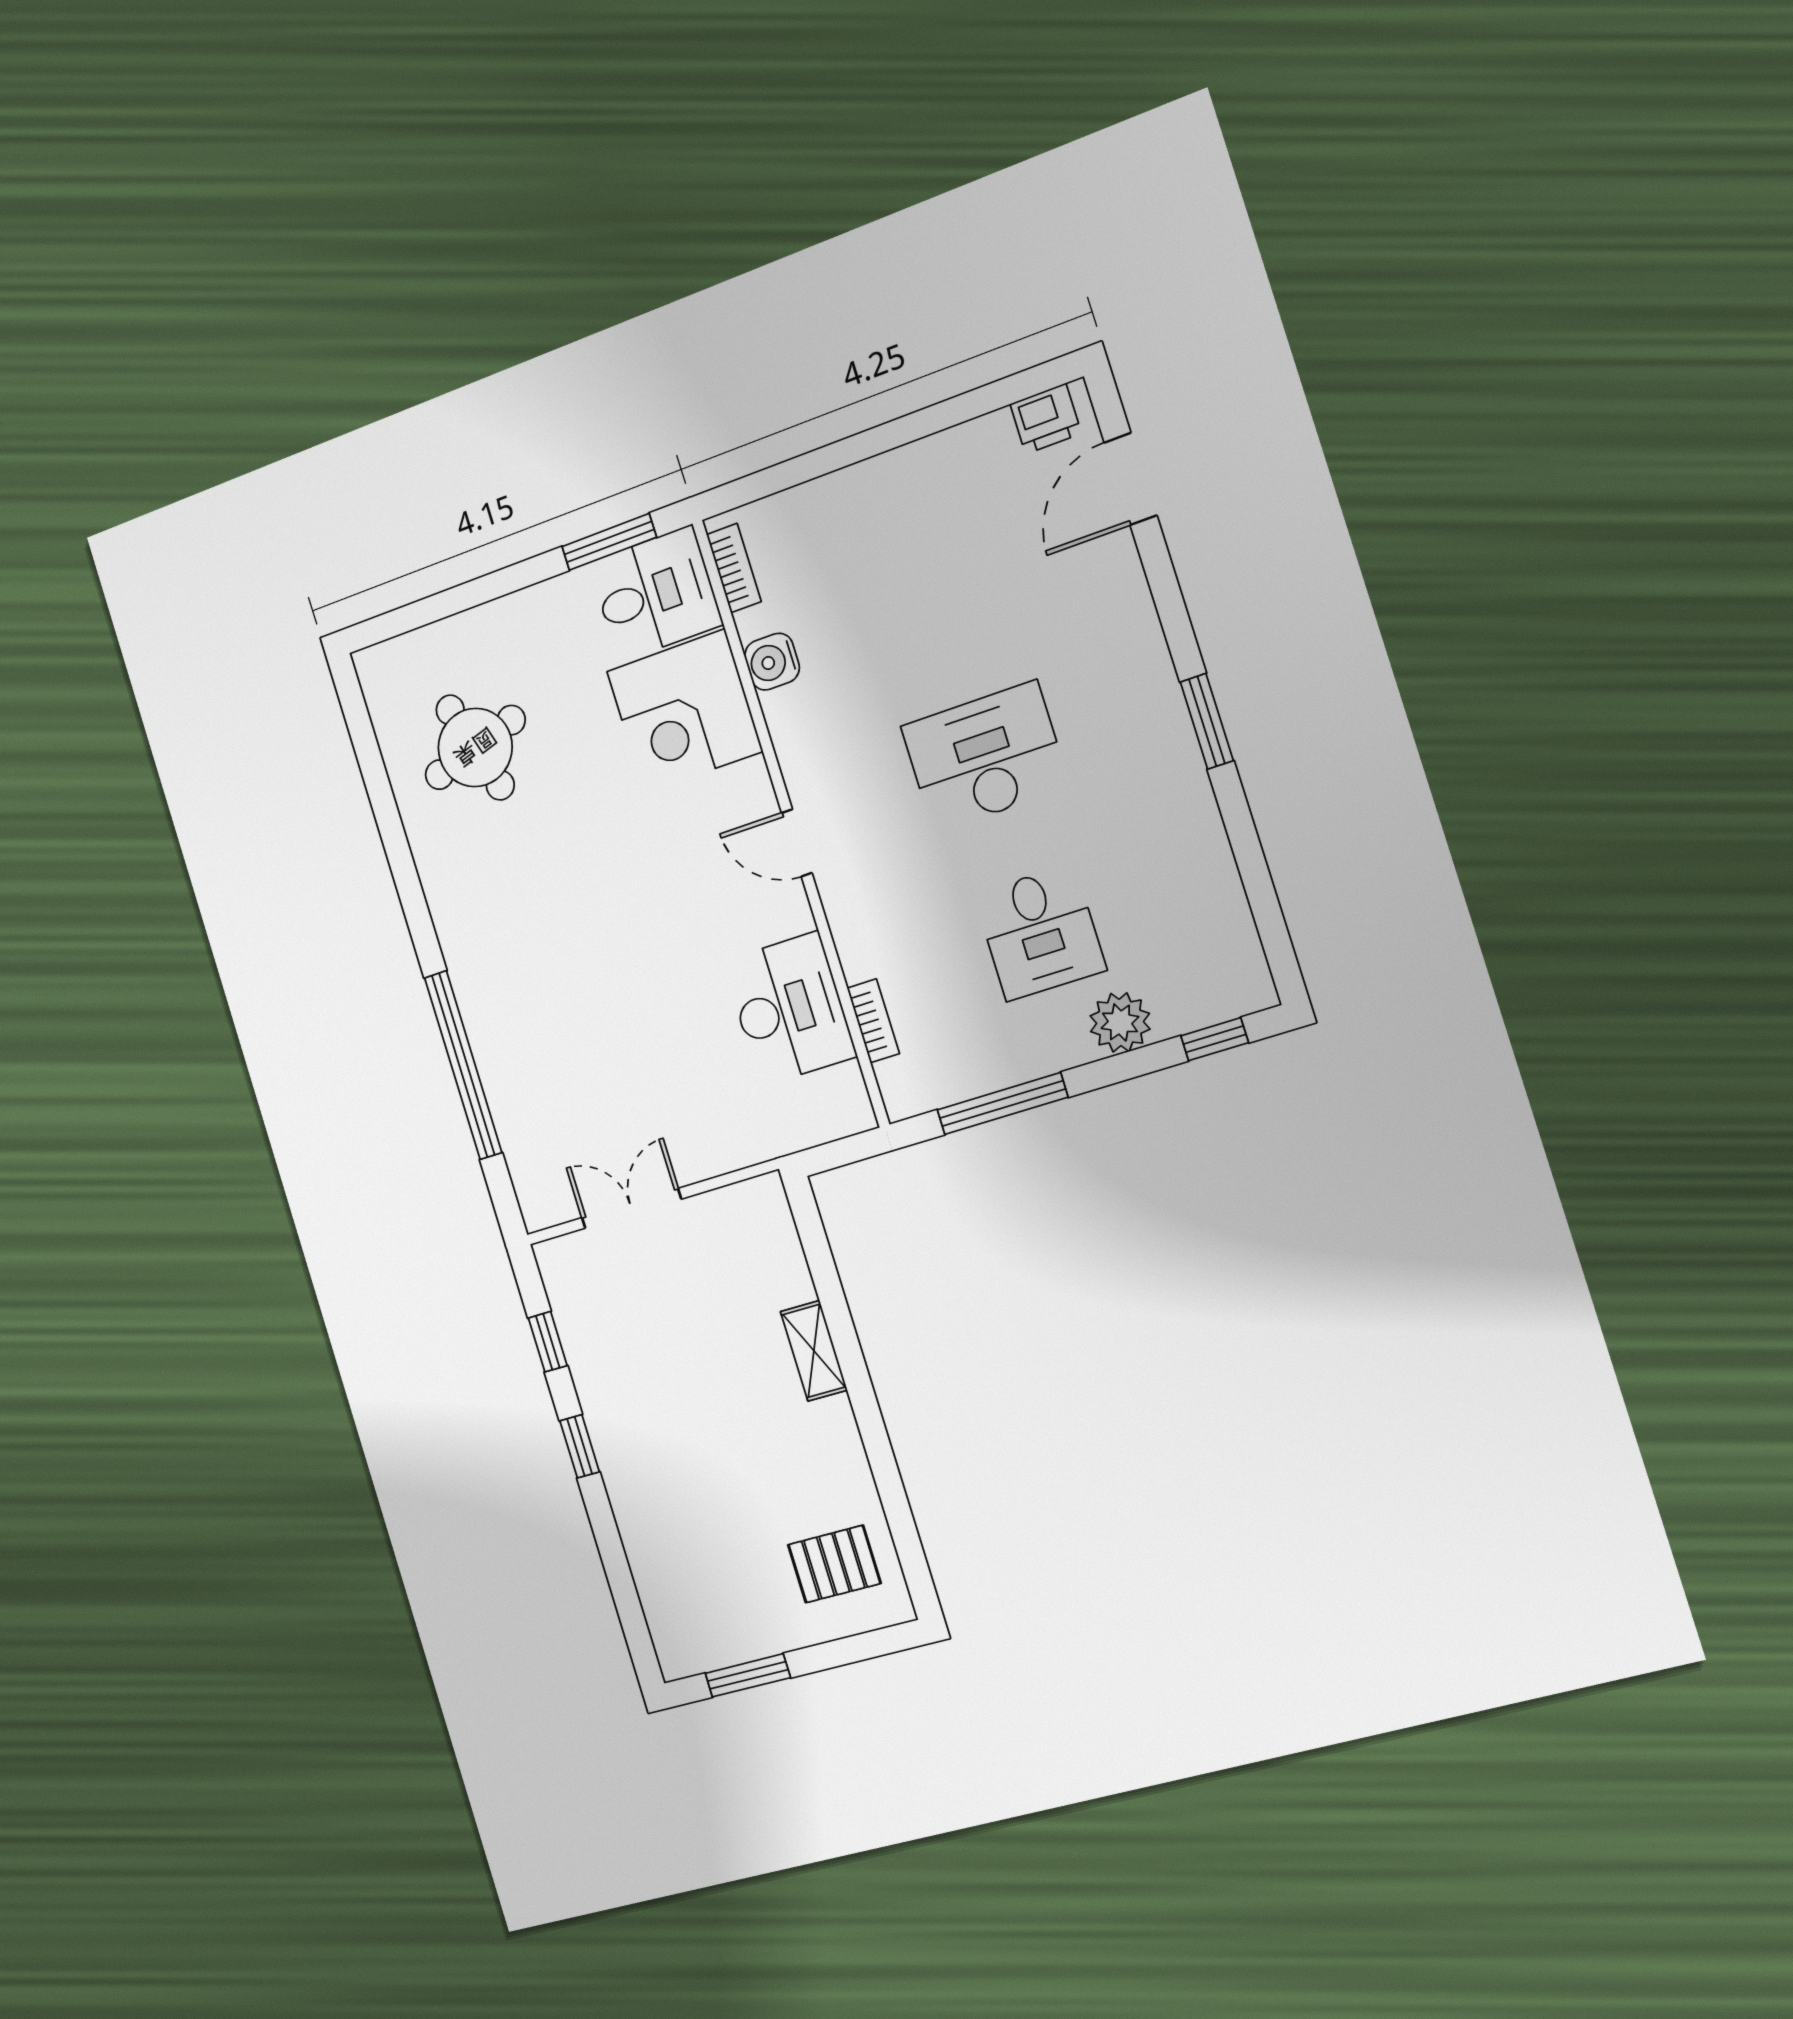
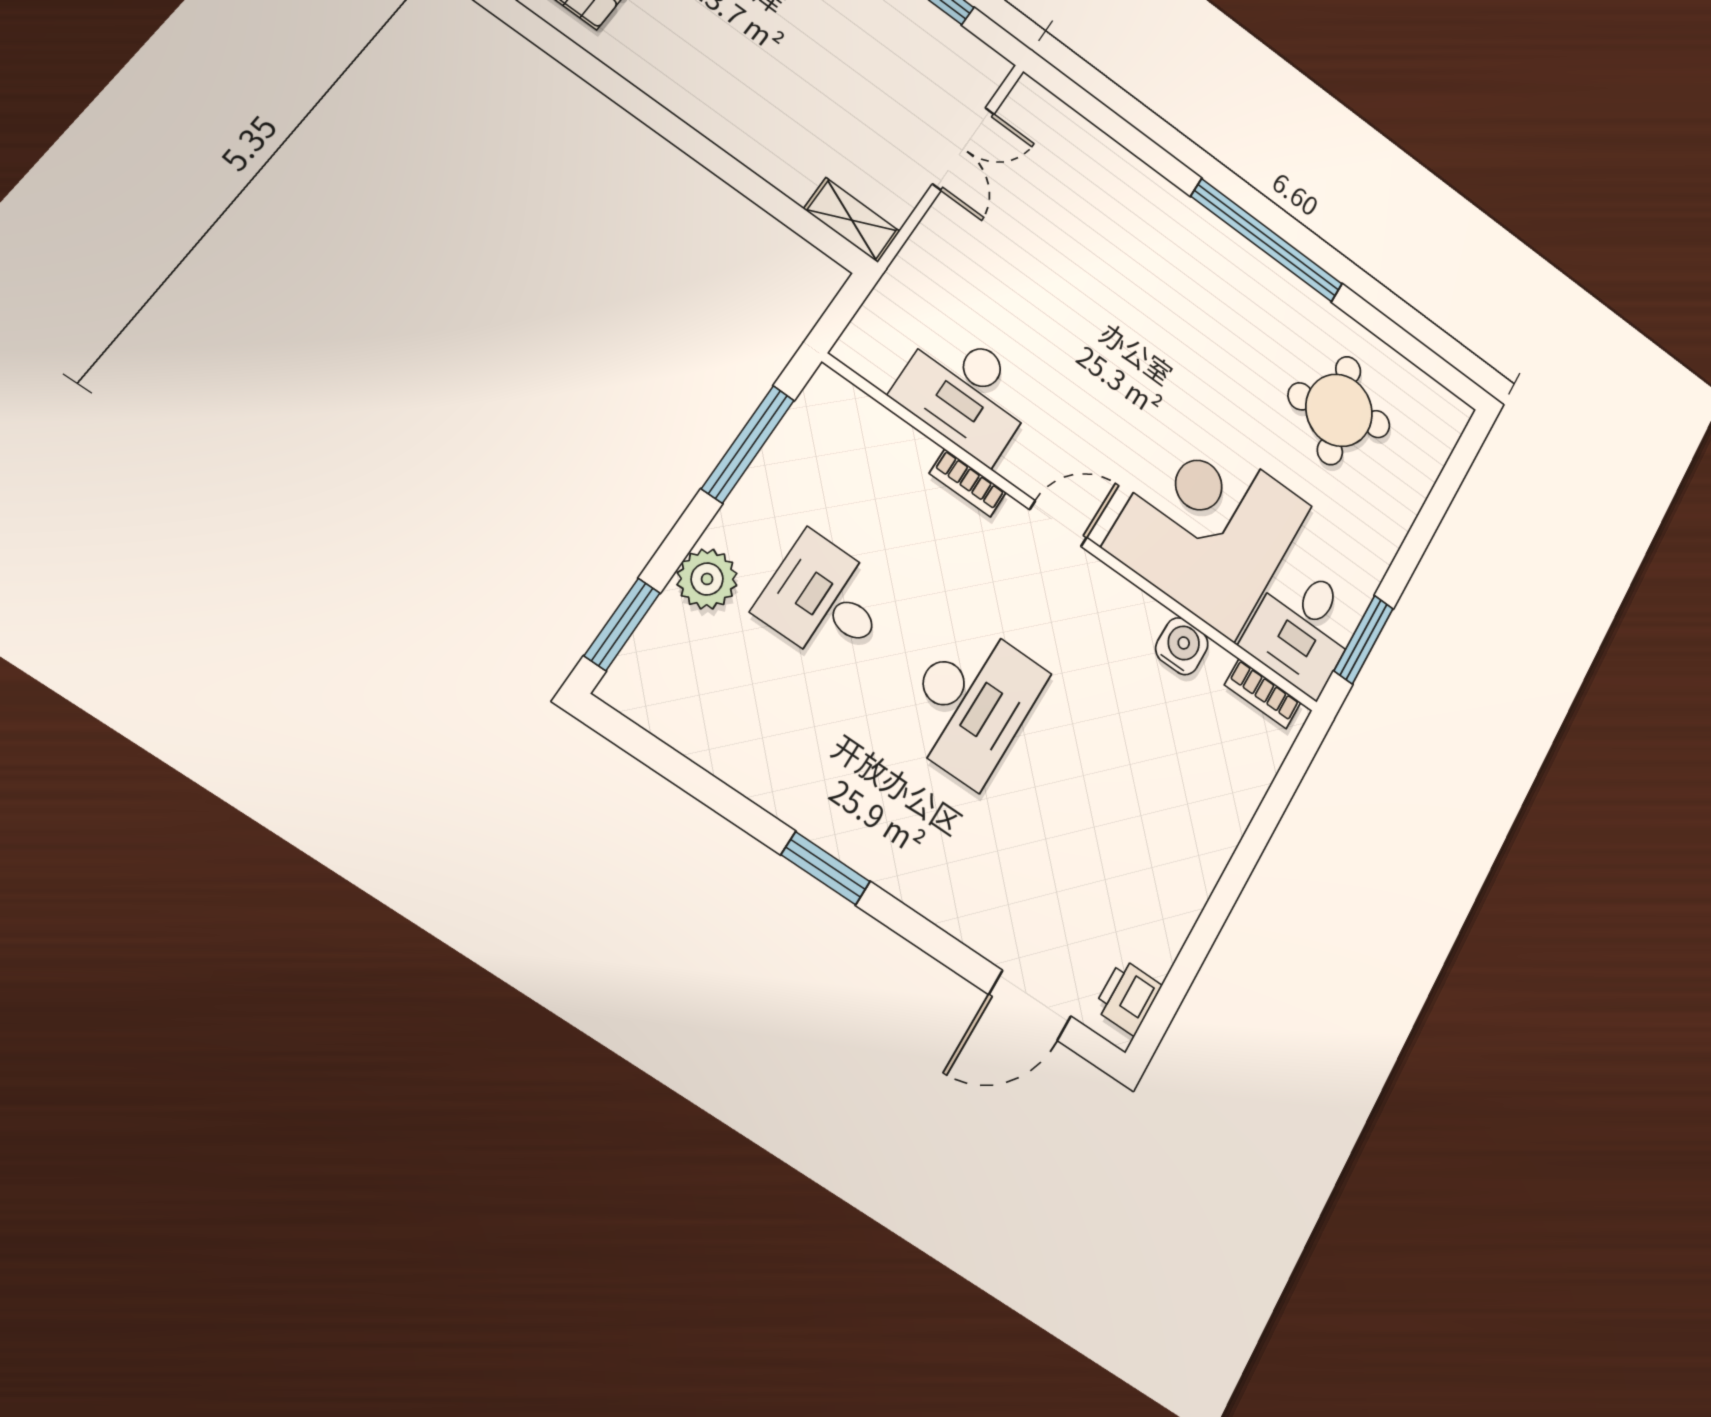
door: (1131, 479) -> (1030, 1005), swing flipped
corner desk: (685, 711) -> (1208, 527), width x1.36, depth x1.36
bookcase: (873, 1021) -> (968, 483), moved
window: (1215, 1039) -> (622, 624), width x1.50
window: (463, 1065) -> (1267, 240), moved
shelving: (814, 1351) -> (852, 220), moved

